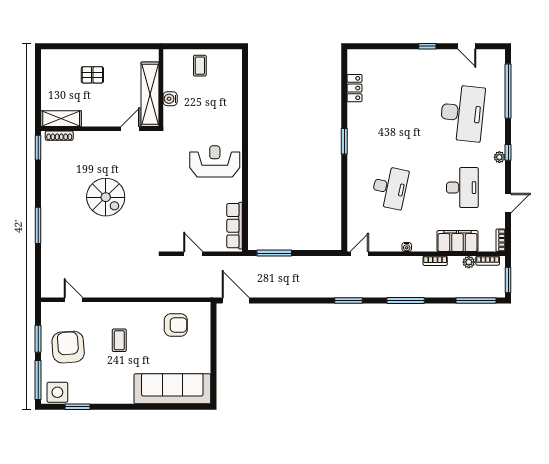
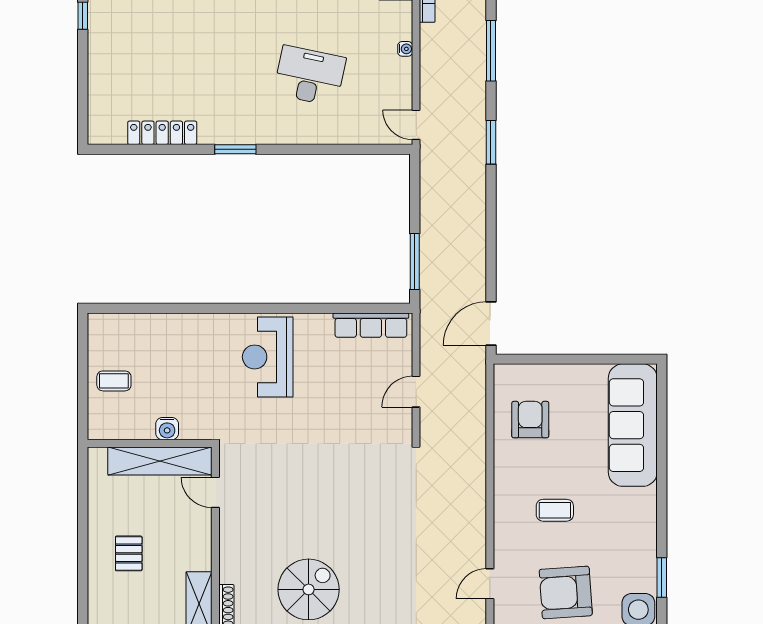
locker: (354, 88) -> (162, 133), width x1.53
spiral stairs: (106, 197) -> (309, 589), moved

